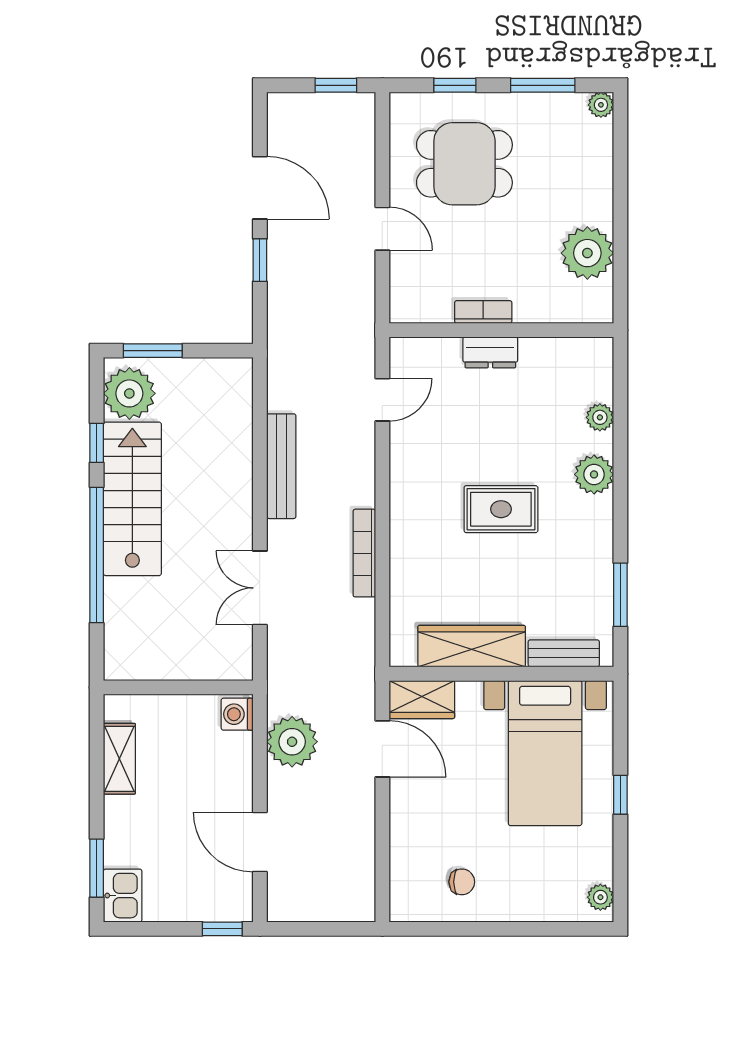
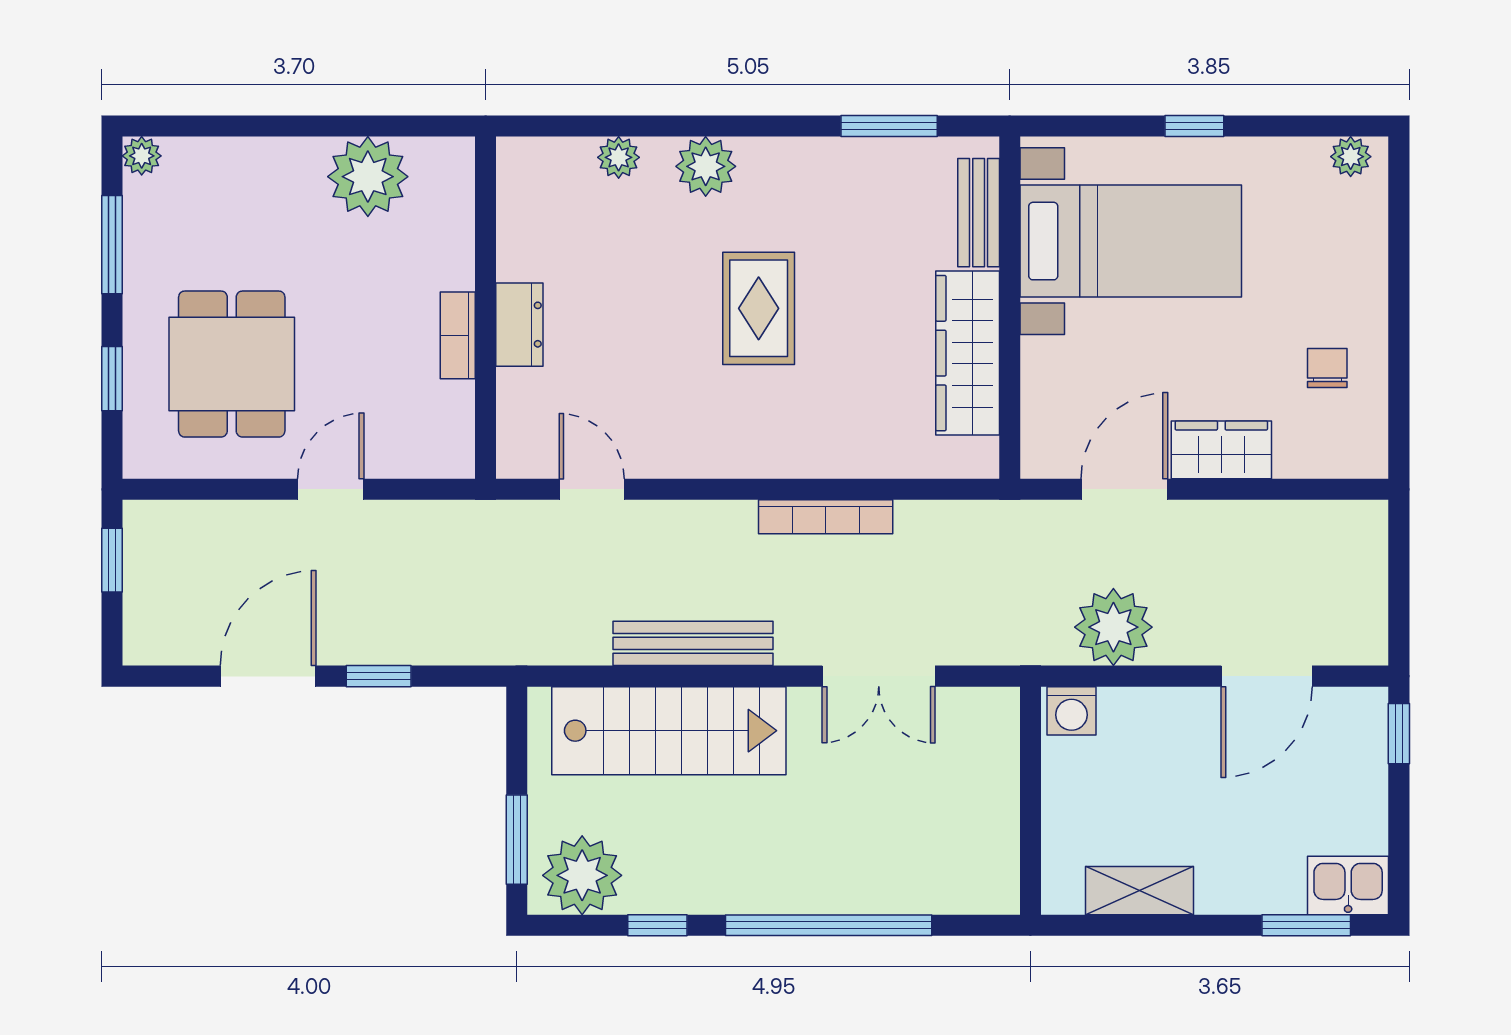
stairs: (132, 499) -> (669, 731), moved, turned 180
wardrobe: (422, 700) -> (1221, 450), moved, turned -90

